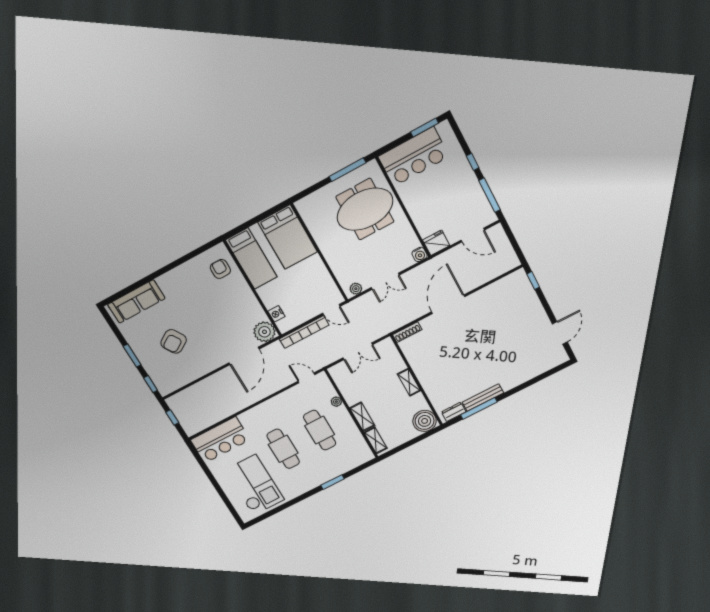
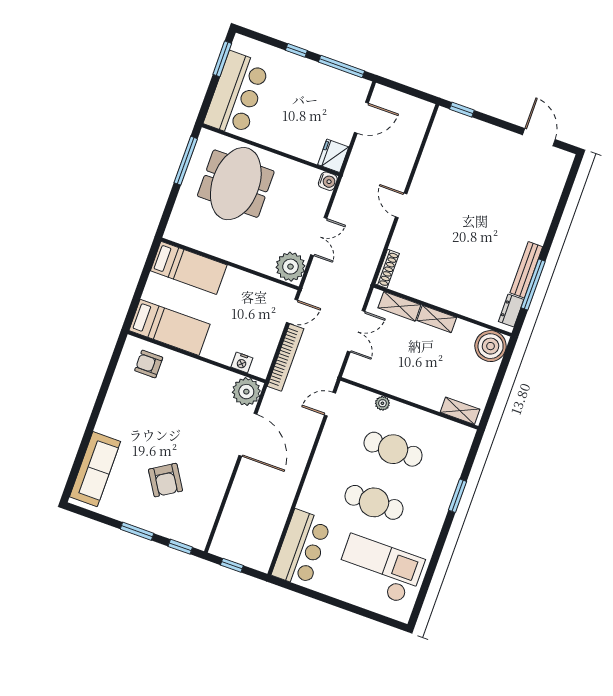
bed: (288, 237) -> (189, 268), width x0.67
plant: (356, 289) -> (290, 267), width x1.88, depth x1.88
door: (448, 304) -> (401, 205), width x0.53
shelving: (362, 417) -> (399, 306), moved

